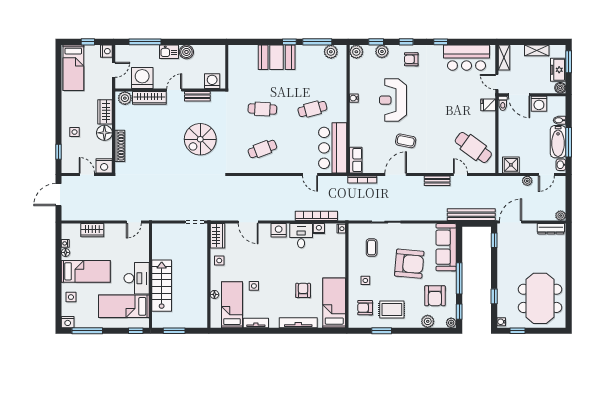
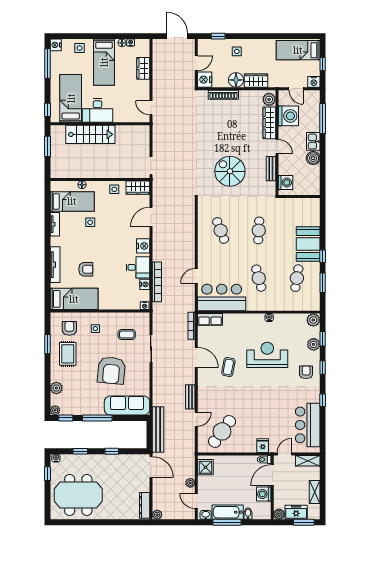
window: (317, 42) -> (323, 283), width x0.69
plant: (331, 52) -> (313, 296), removed
cafe table: (312, 69) -> (297, 278), added
window: (494, 240) -> (112, 451), moved
armchair: (435, 296) -> (81, 395), removed

